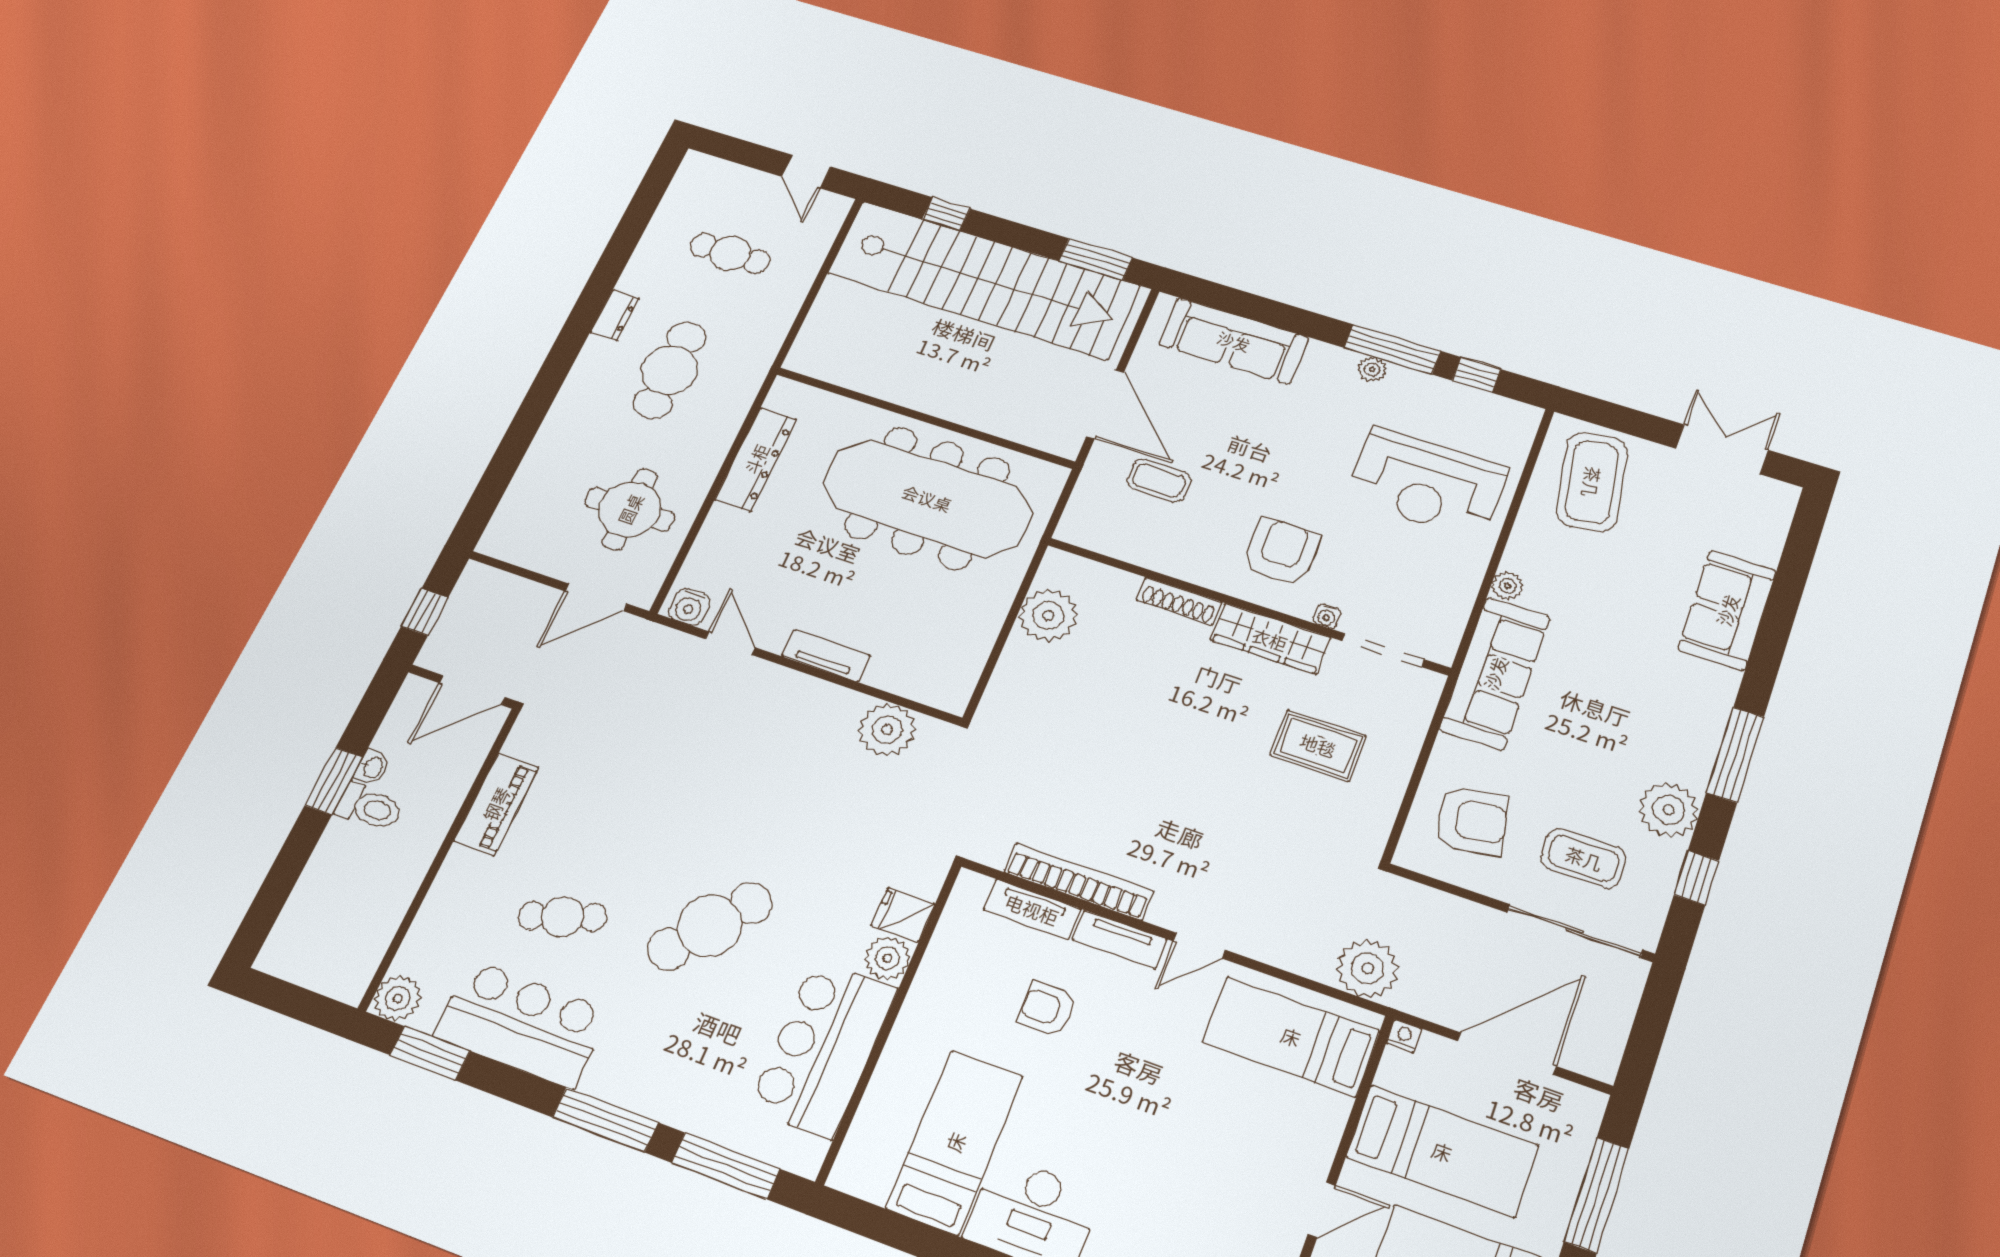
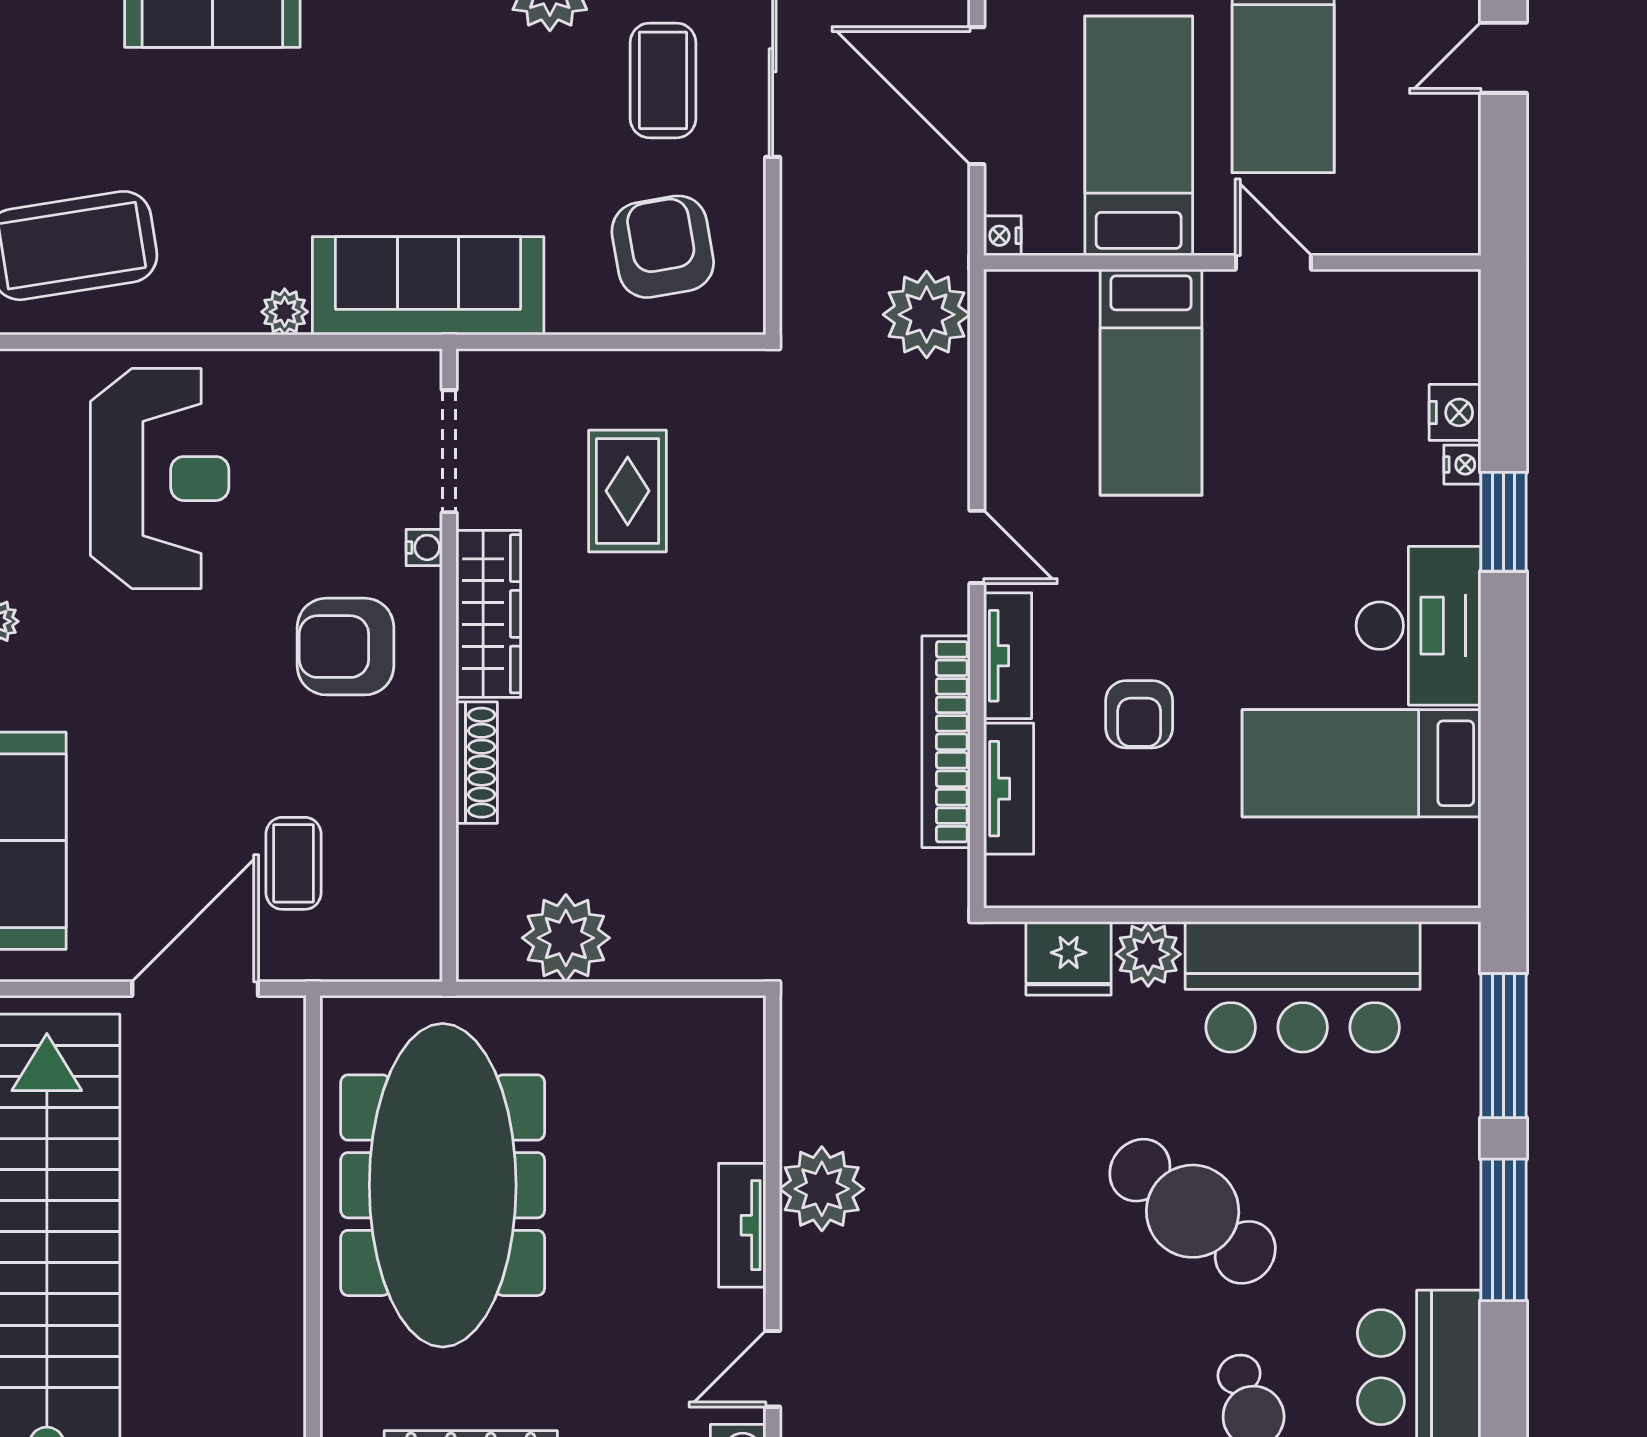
plant: (887, 730) -> (822, 1189), moved
fridge: (903, 915) -> (1069, 958), width x1.38
bed: (1291, 1036) -> (1151, 382), moved

